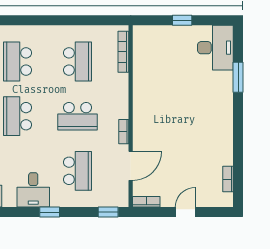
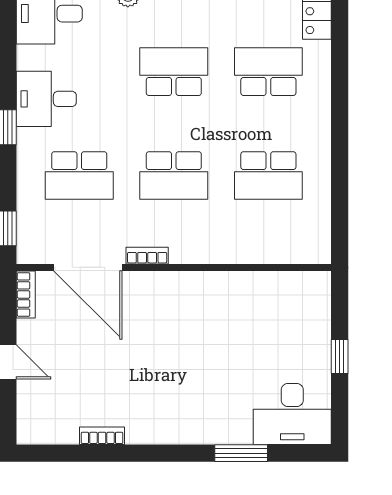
bookcase: (123, 52) -> (285, 255), removed
school desk: (78, 116) -> (174, 175), turned -90
door: (131, 166) -> (88, 267), width x1.36
bookcase: (228, 179) -> (102, 436), moved

